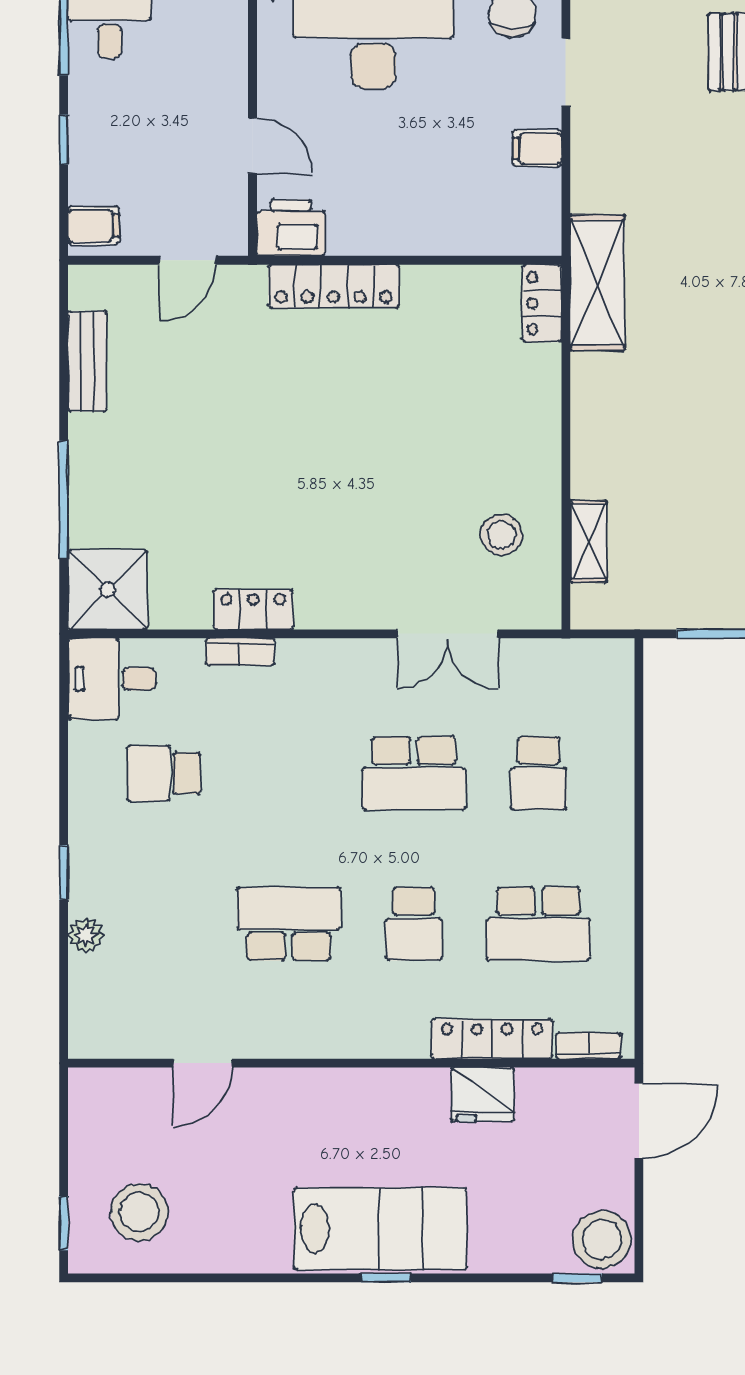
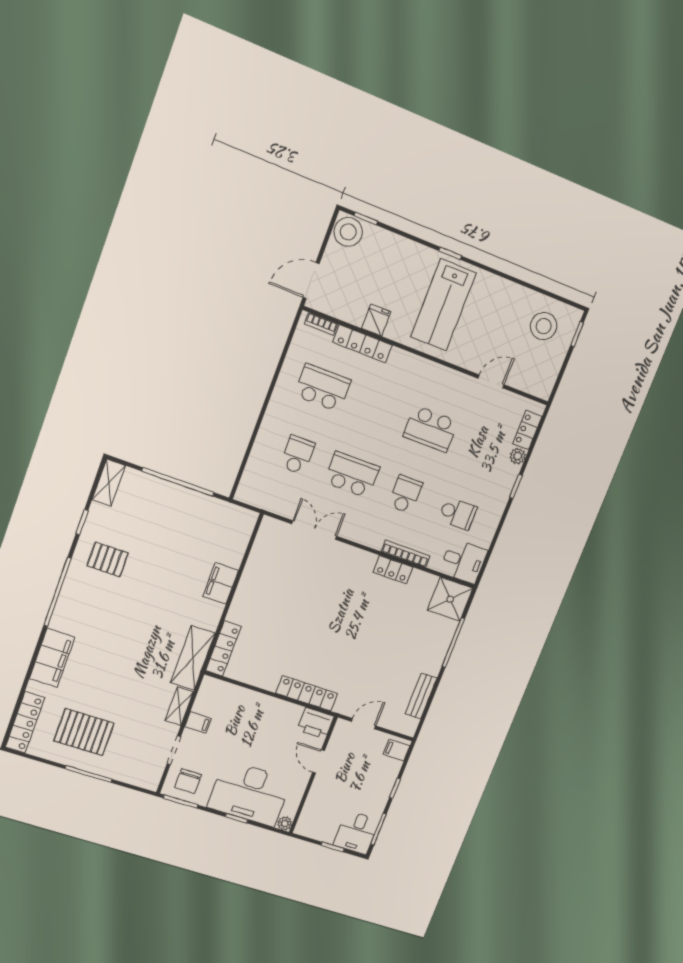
locker: (542, 303) -> (223, 649), width x1.53
filing cabinet: (597, 458) -> (221, 583), added
stool: (501, 535) -> (275, 565), removed
shelving: (589, 541) -> (179, 706), moved
bookcase: (240, 652) -> (406, 554), width x1.56
school desk: (414, 924) -> (405, 494), moved
locker: (87, 995) -> (527, 430), added
fridge: (483, 1095) -> (376, 320), width x0.72
lab bench: (380, 1229) -> (443, 305), moved, turned -90

